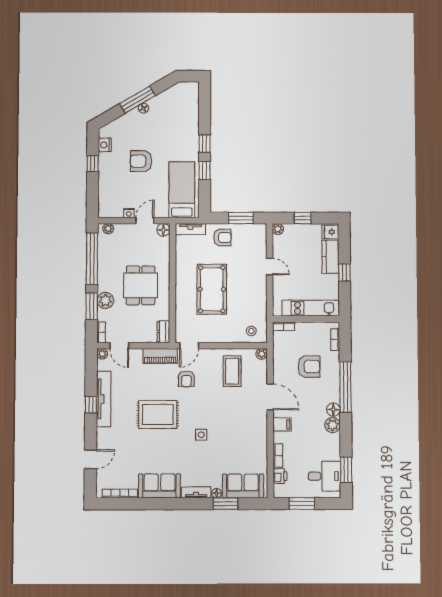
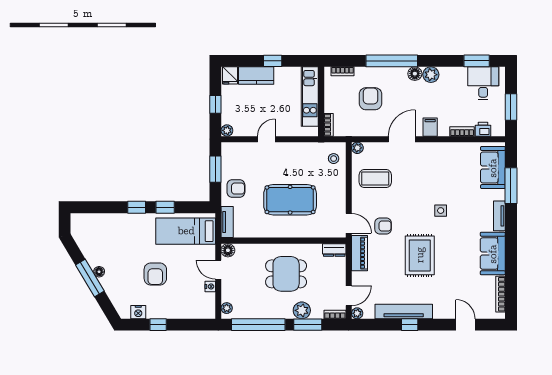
armchair: (222, 237) -> (236, 189), turned 90
floor lamp: (217, 493) -> (500, 195), removed
window: (225, 504) -> (511, 186), width x1.44

